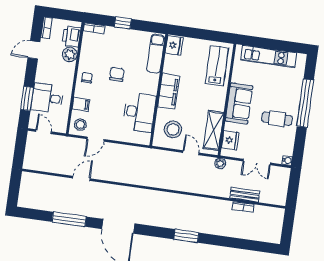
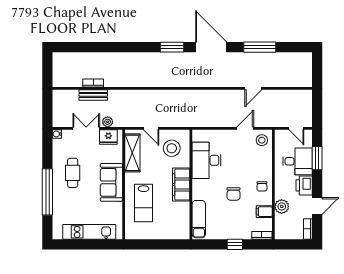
printer: (72, 36) -> (304, 185), moved, turned 180
fridge: (174, 45) -> (182, 230), removed
lab bench: (217, 66) -> (144, 203), moved
filing cabinet: (81, 104) -> (264, 212), moved
cafe table: (277, 119) -> (73, 173), turned 90
fridge: (230, 140) -> (108, 137), moved, turned -90
plant: (220, 163) -> (108, 122), moved
window: (186, 236) -> (172, 47), moved

